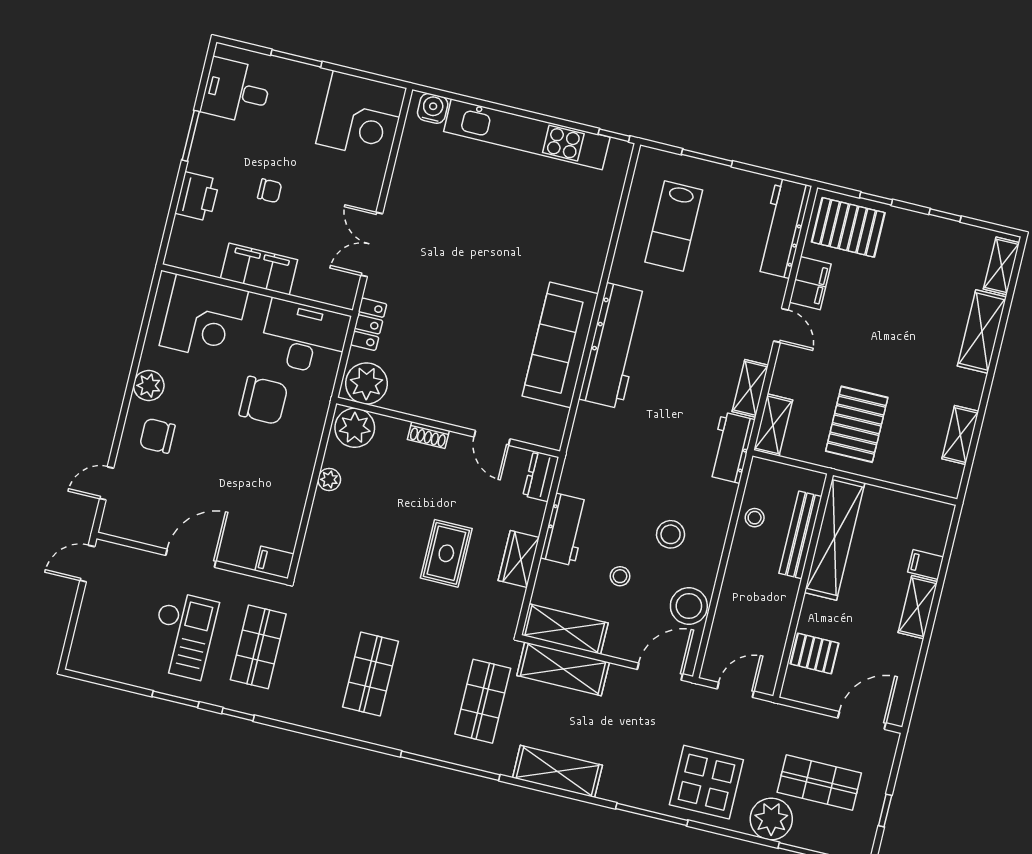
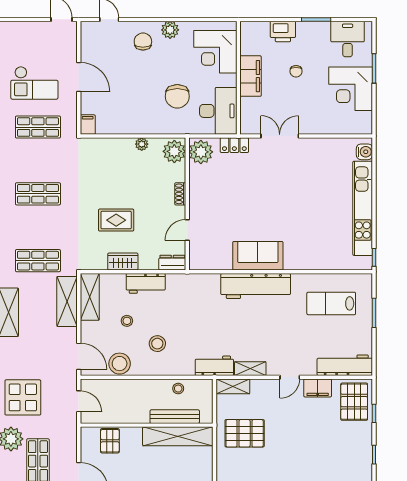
corner desk: (361, 116) -> (351, 89), moved
sofa: (560, 345) -> (258, 256), width x0.73

